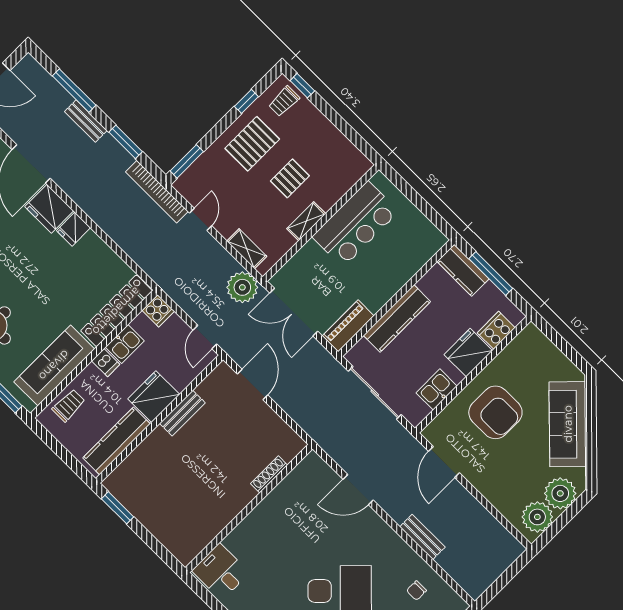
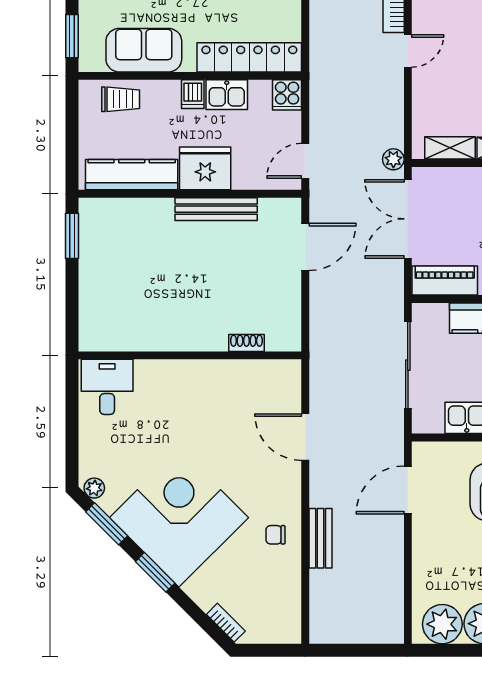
shelving: (247, 249) -> (450, 148), moved, turned 90
plant: (242, 287) -> (393, 159), width x0.53, depth x0.53
sofa: (54, 365) -> (144, 50), width x0.73
bench: (182, 413) -> (216, 209), width x1.36
shoe rack: (269, 474) -> (246, 343), width x0.70
chair: (416, 591) -> (275, 535), moved

